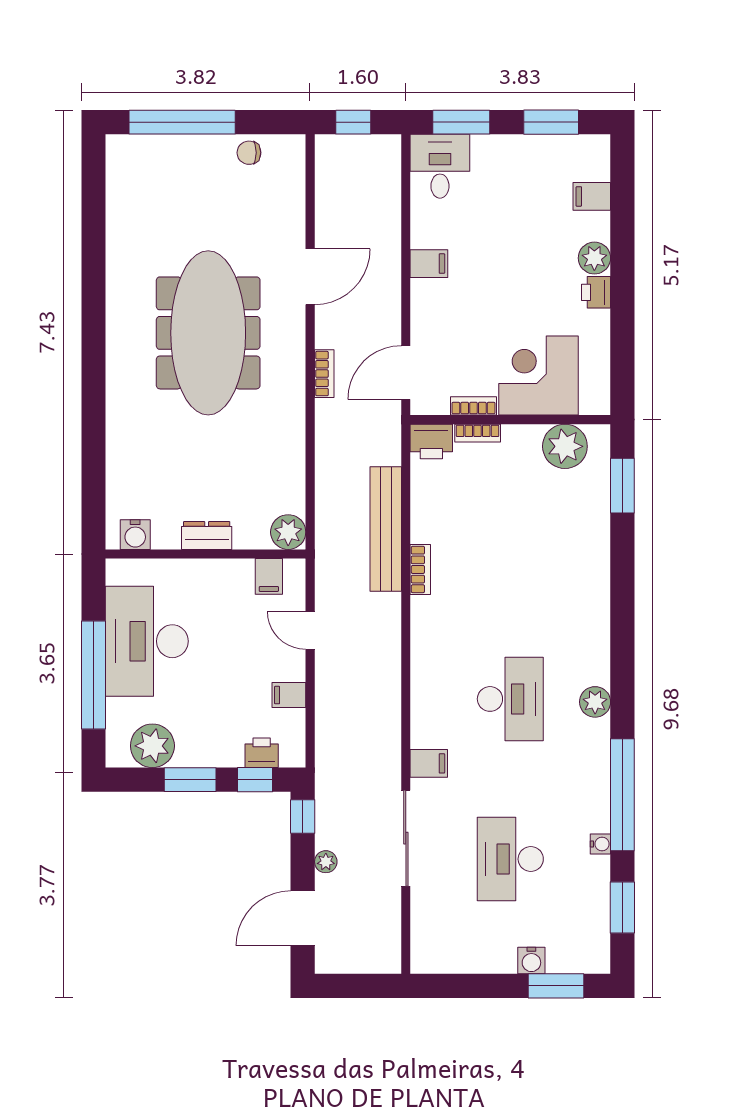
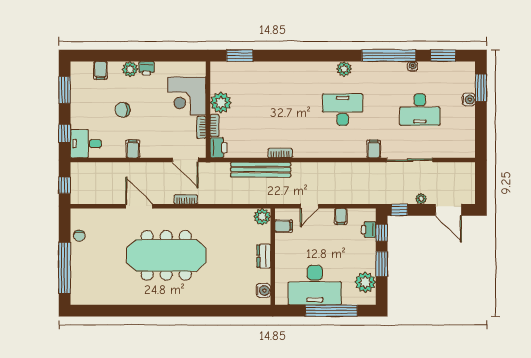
window: (461, 122) -> (65, 133), width x0.67
chair: (510, 242) -> (123, 110), added
plant: (565, 446) -> (221, 103), moved

